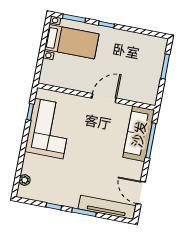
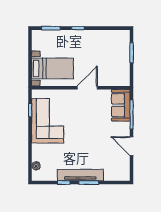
bed with nightstands: (72, 42) -> (52, 68), moved
sofa: (139, 134) -> (121, 105), width x0.73
door: (141, 193) -> (132, 146), moved
tv unit: (107, 207) -> (80, 175), moved

